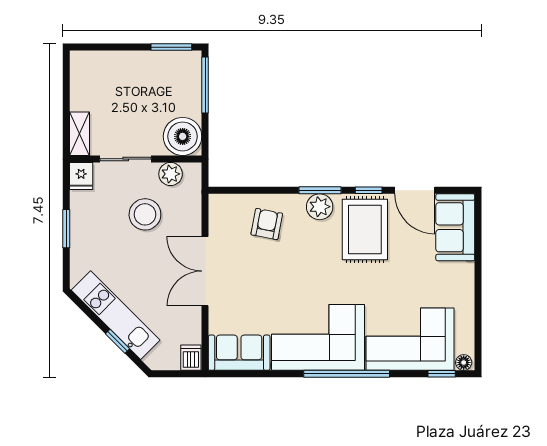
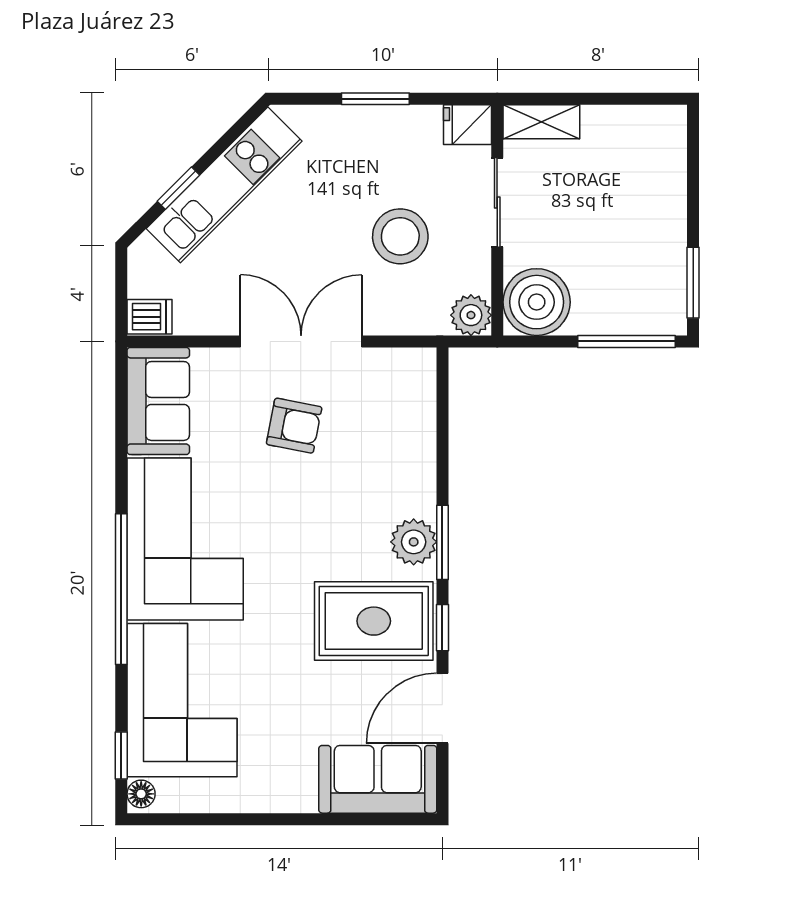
plant: (171, 174) -> (471, 315), moved
armchair: (267, 224) -> (294, 426), moved

